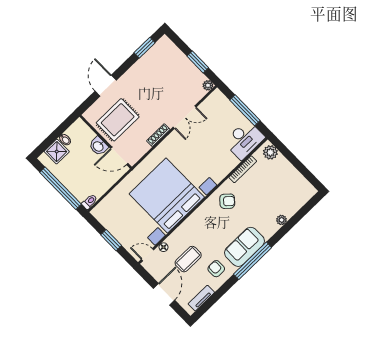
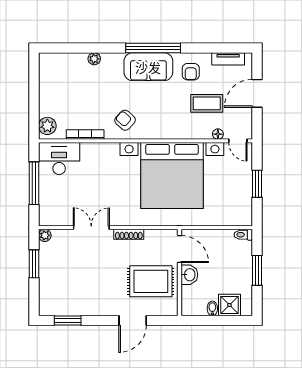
window: (61, 188) -> (257, 270), width x0.47

